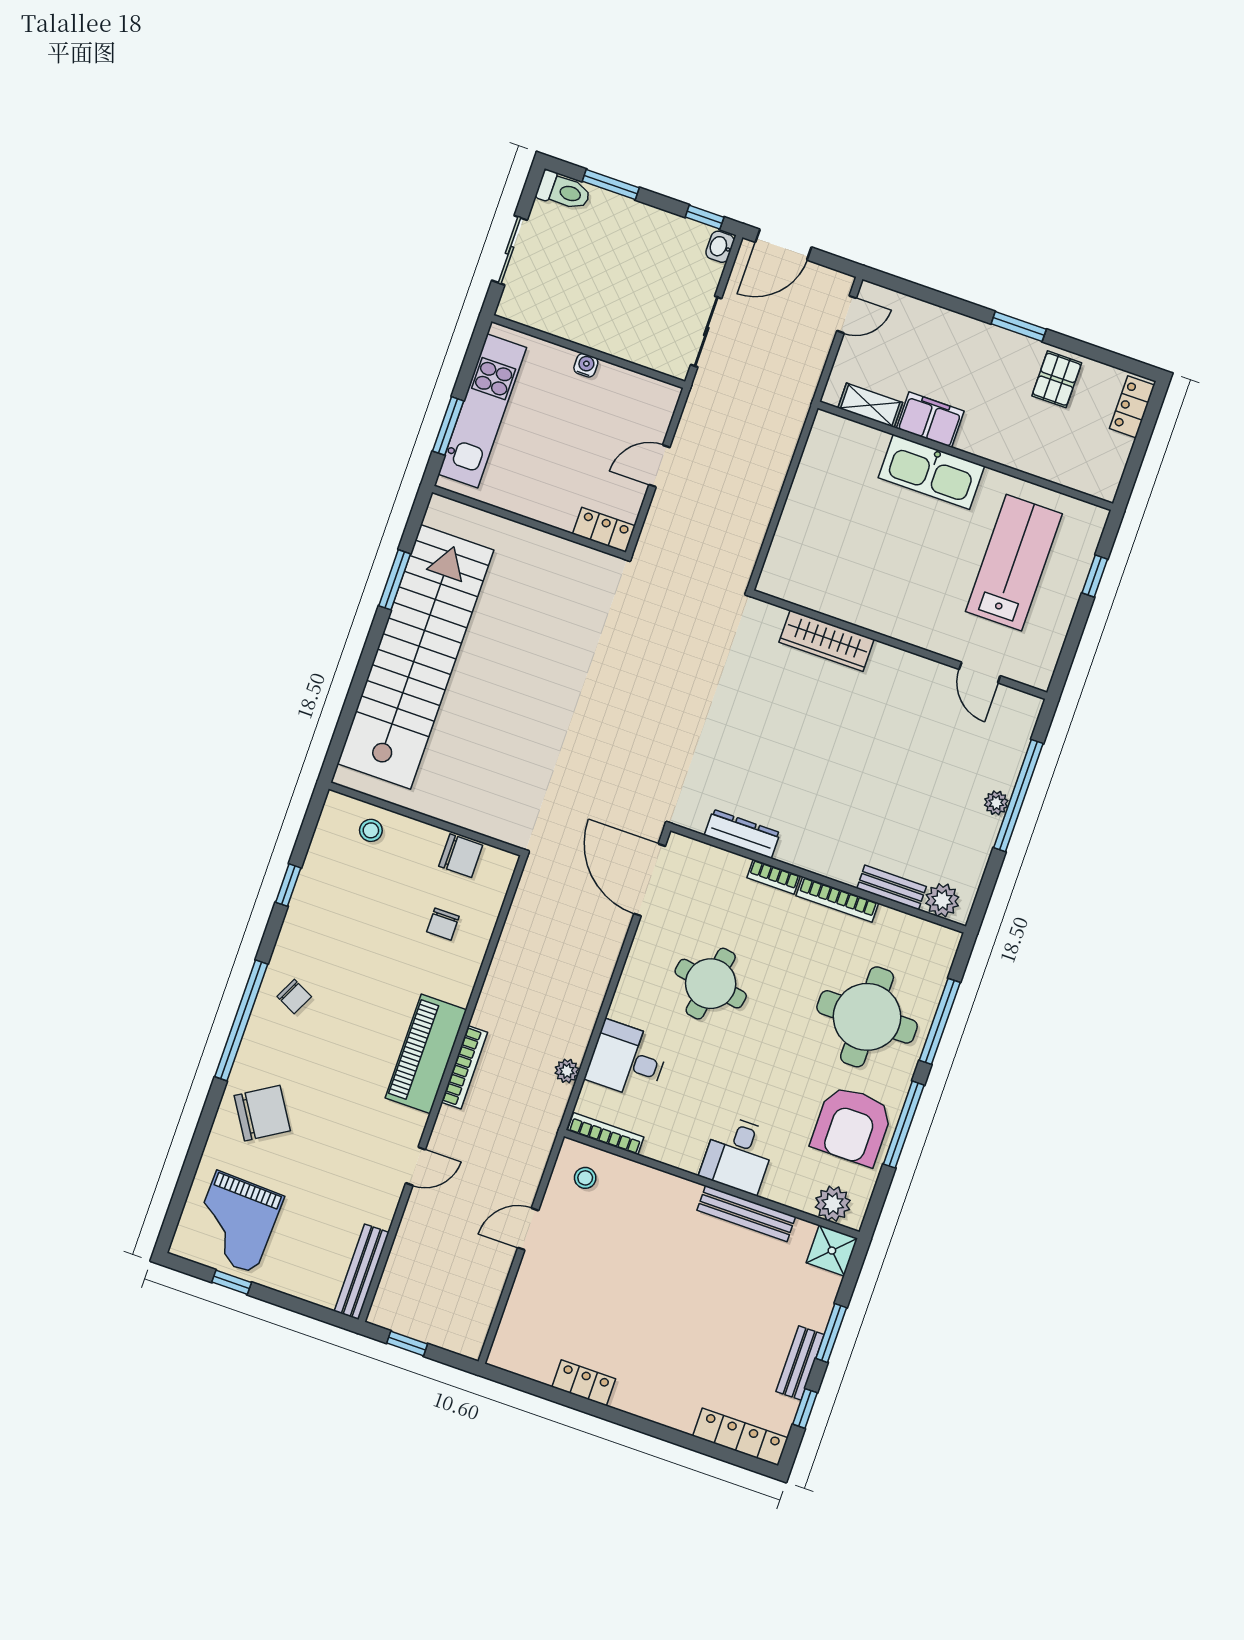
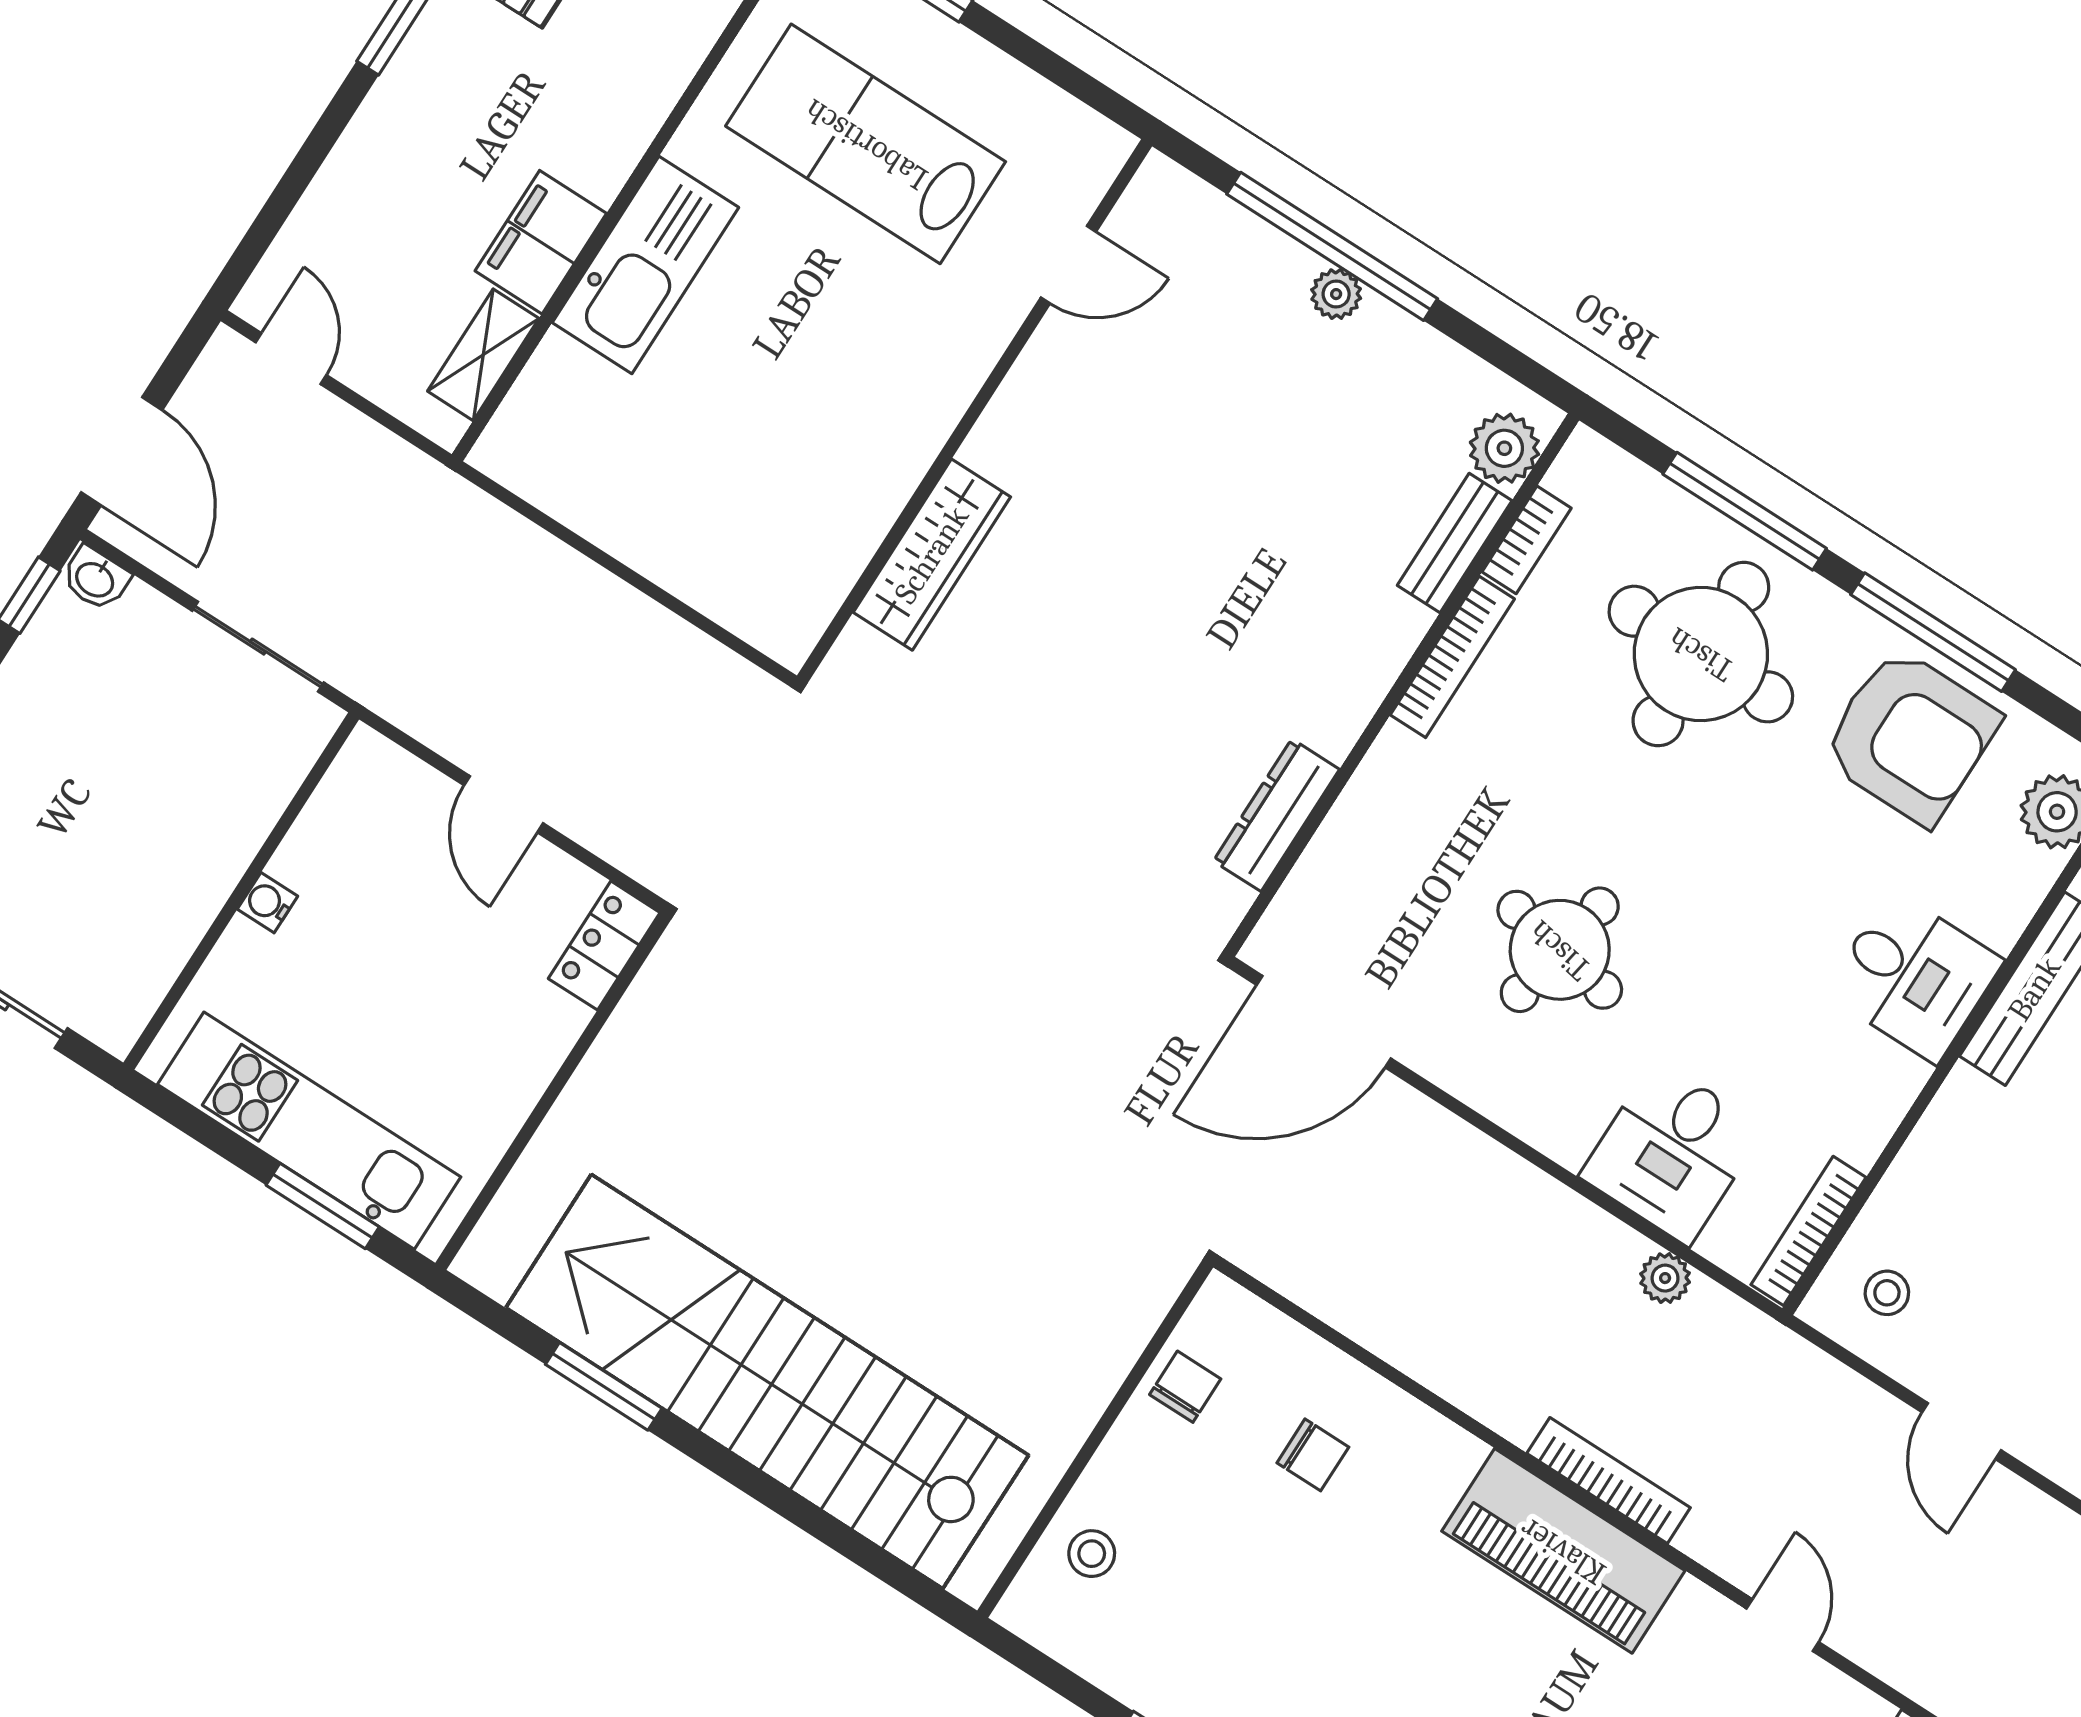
chair: (461, 856) -> (1185, 1387), width x0.73, depth x0.73
bookcase: (774, 877) -> (1527, 540), moved

